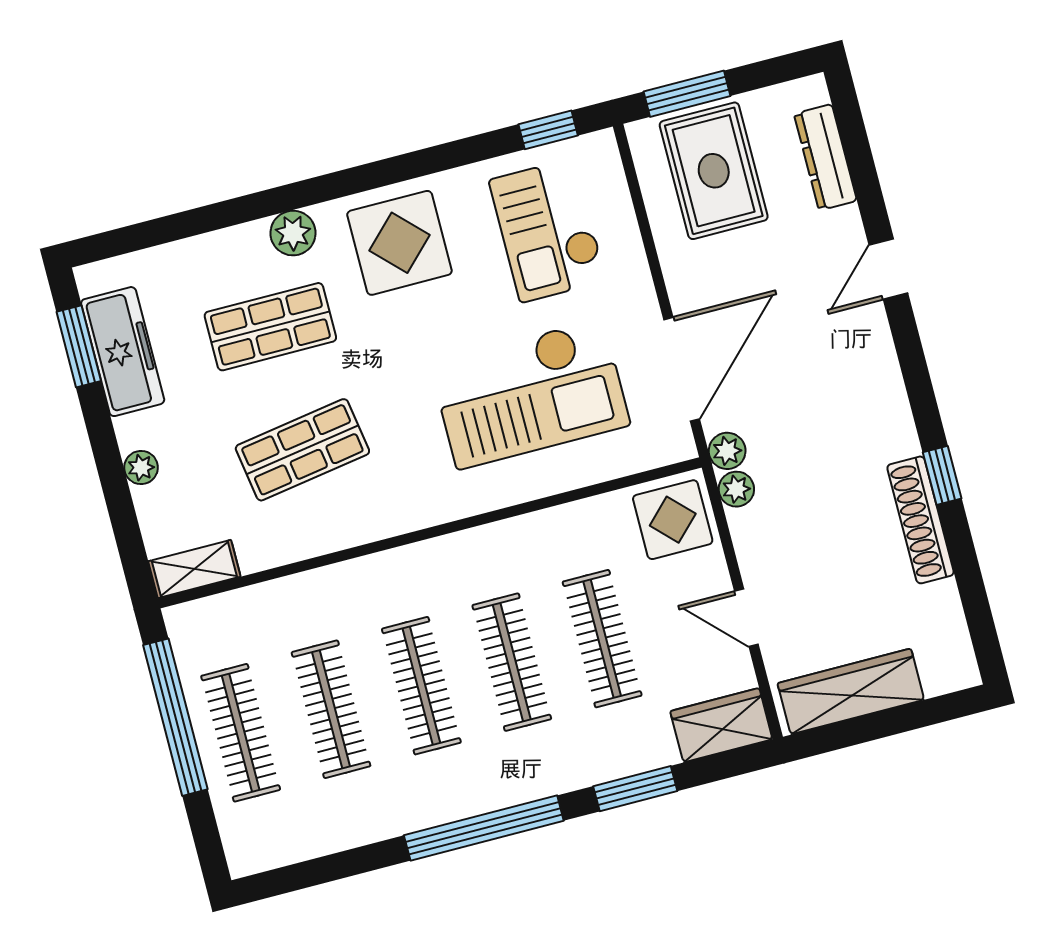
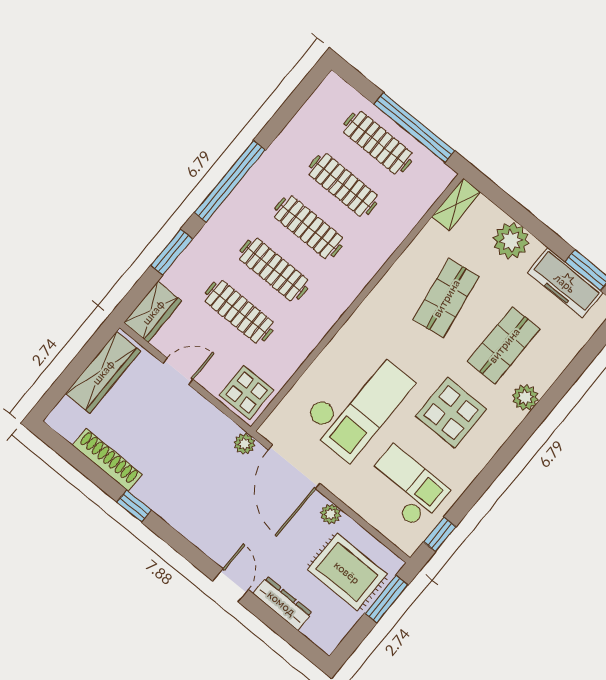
dresser: (825, 157) -> (282, 603), moved
display table: (399, 243) -> (451, 413), moved
checkout: (530, 394) -> (358, 403), turned 180
plant: (141, 468) -> (511, 241), width x1.88, depth x1.88
plant: (736, 489) -> (331, 514), moved
shoe rack: (921, 520) -> (107, 460), moved

